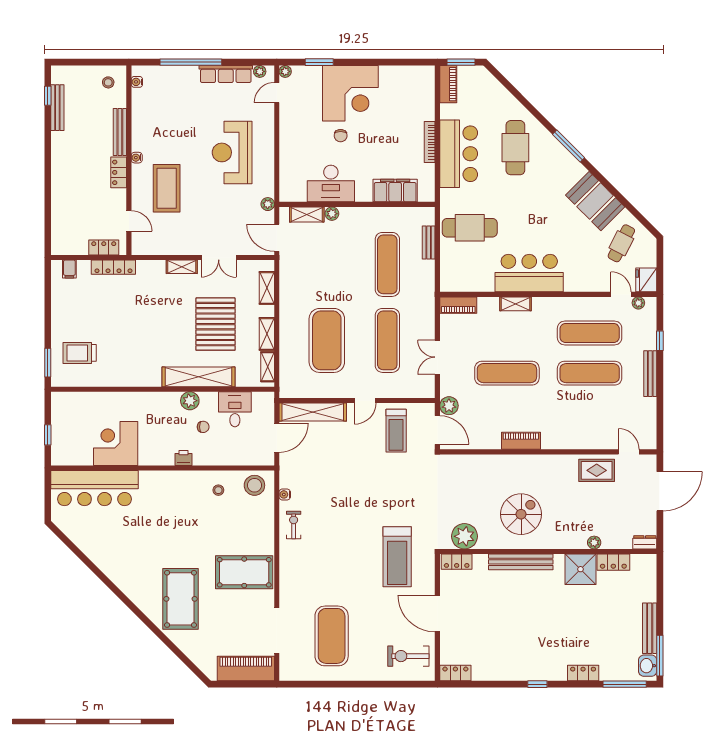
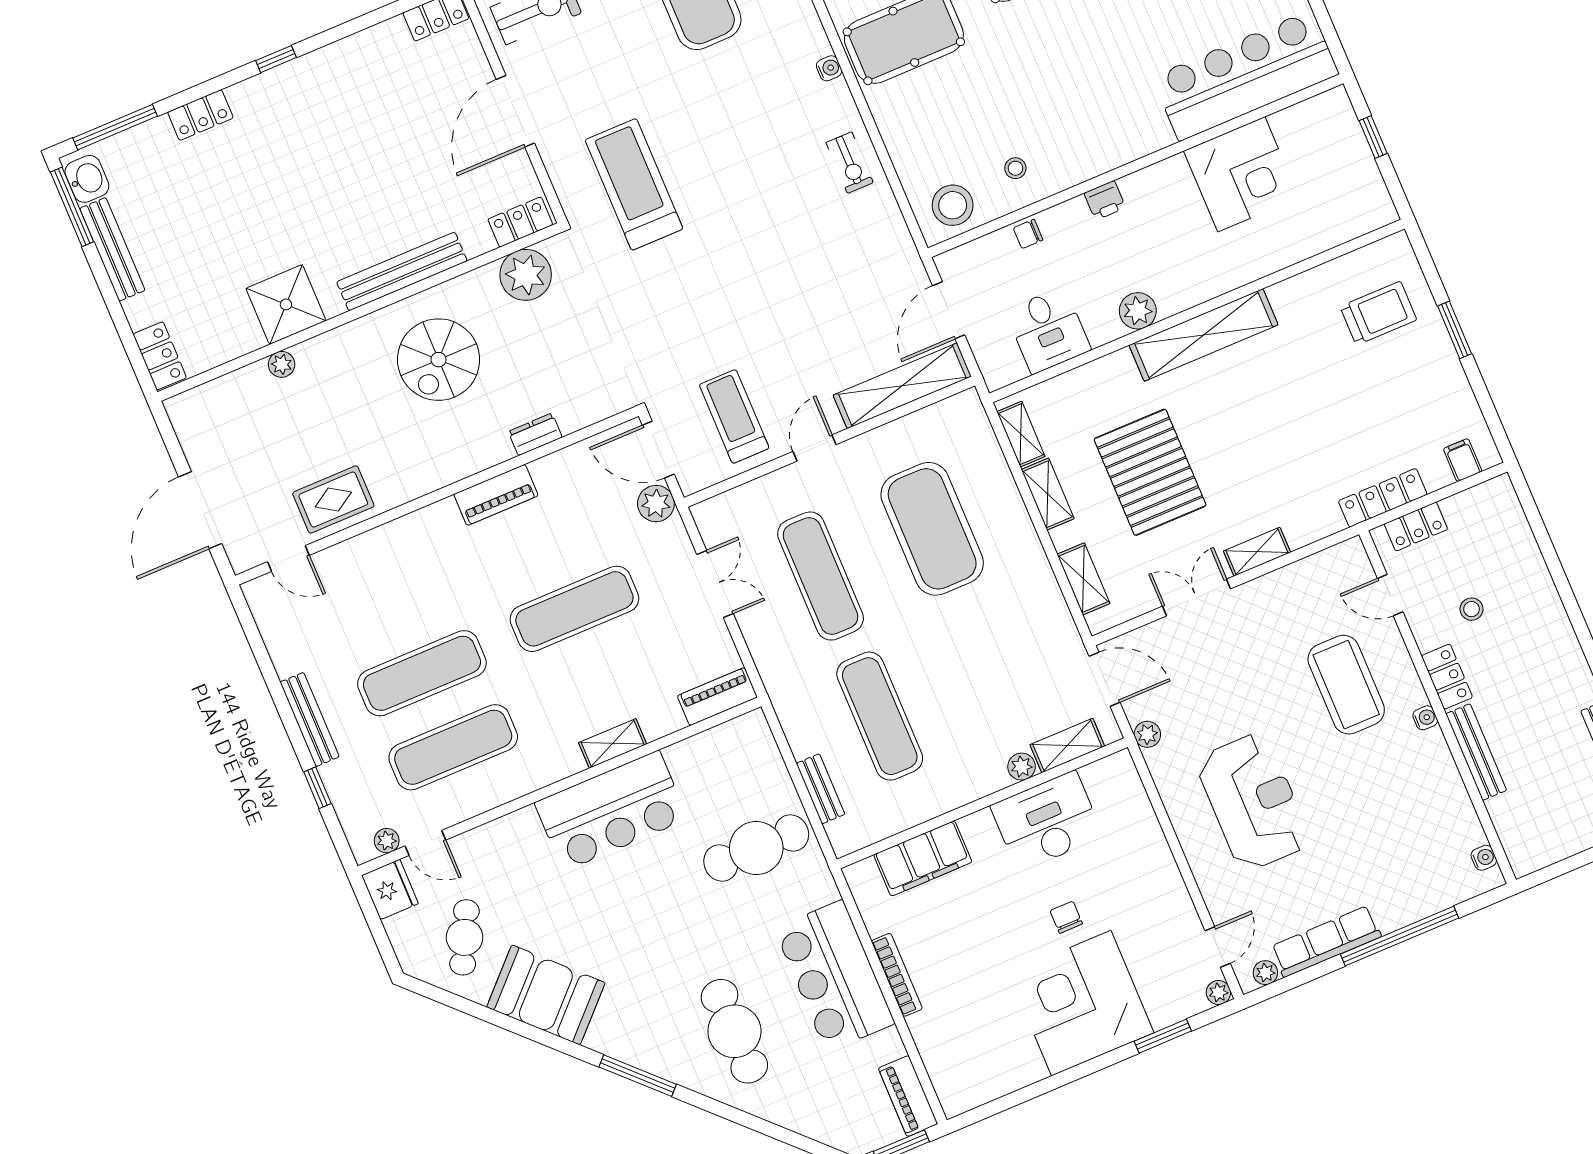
stool: (108, 82) -> (1472, 609), moved
window: (48, 363) -> (1455, 330), moved
shelving: (198, 377) -> (1204, 335), moved
chair: (203, 427) -> (1028, 234), moved
water cooler: (285, 494) -> (829, 68), moved
dresser: (645, 542) -> (535, 434), moved, turned 180
locker: (613, 562) -> (160, 356), moved, turned 90
door: (437, 614) -> (515, 111), swing flipped

